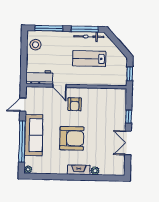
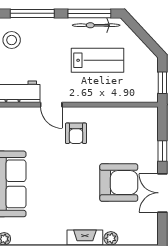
lab bench: (89, 59) -> (97, 60), turned 180
armchair: (72, 138) -> (119, 183), moved

